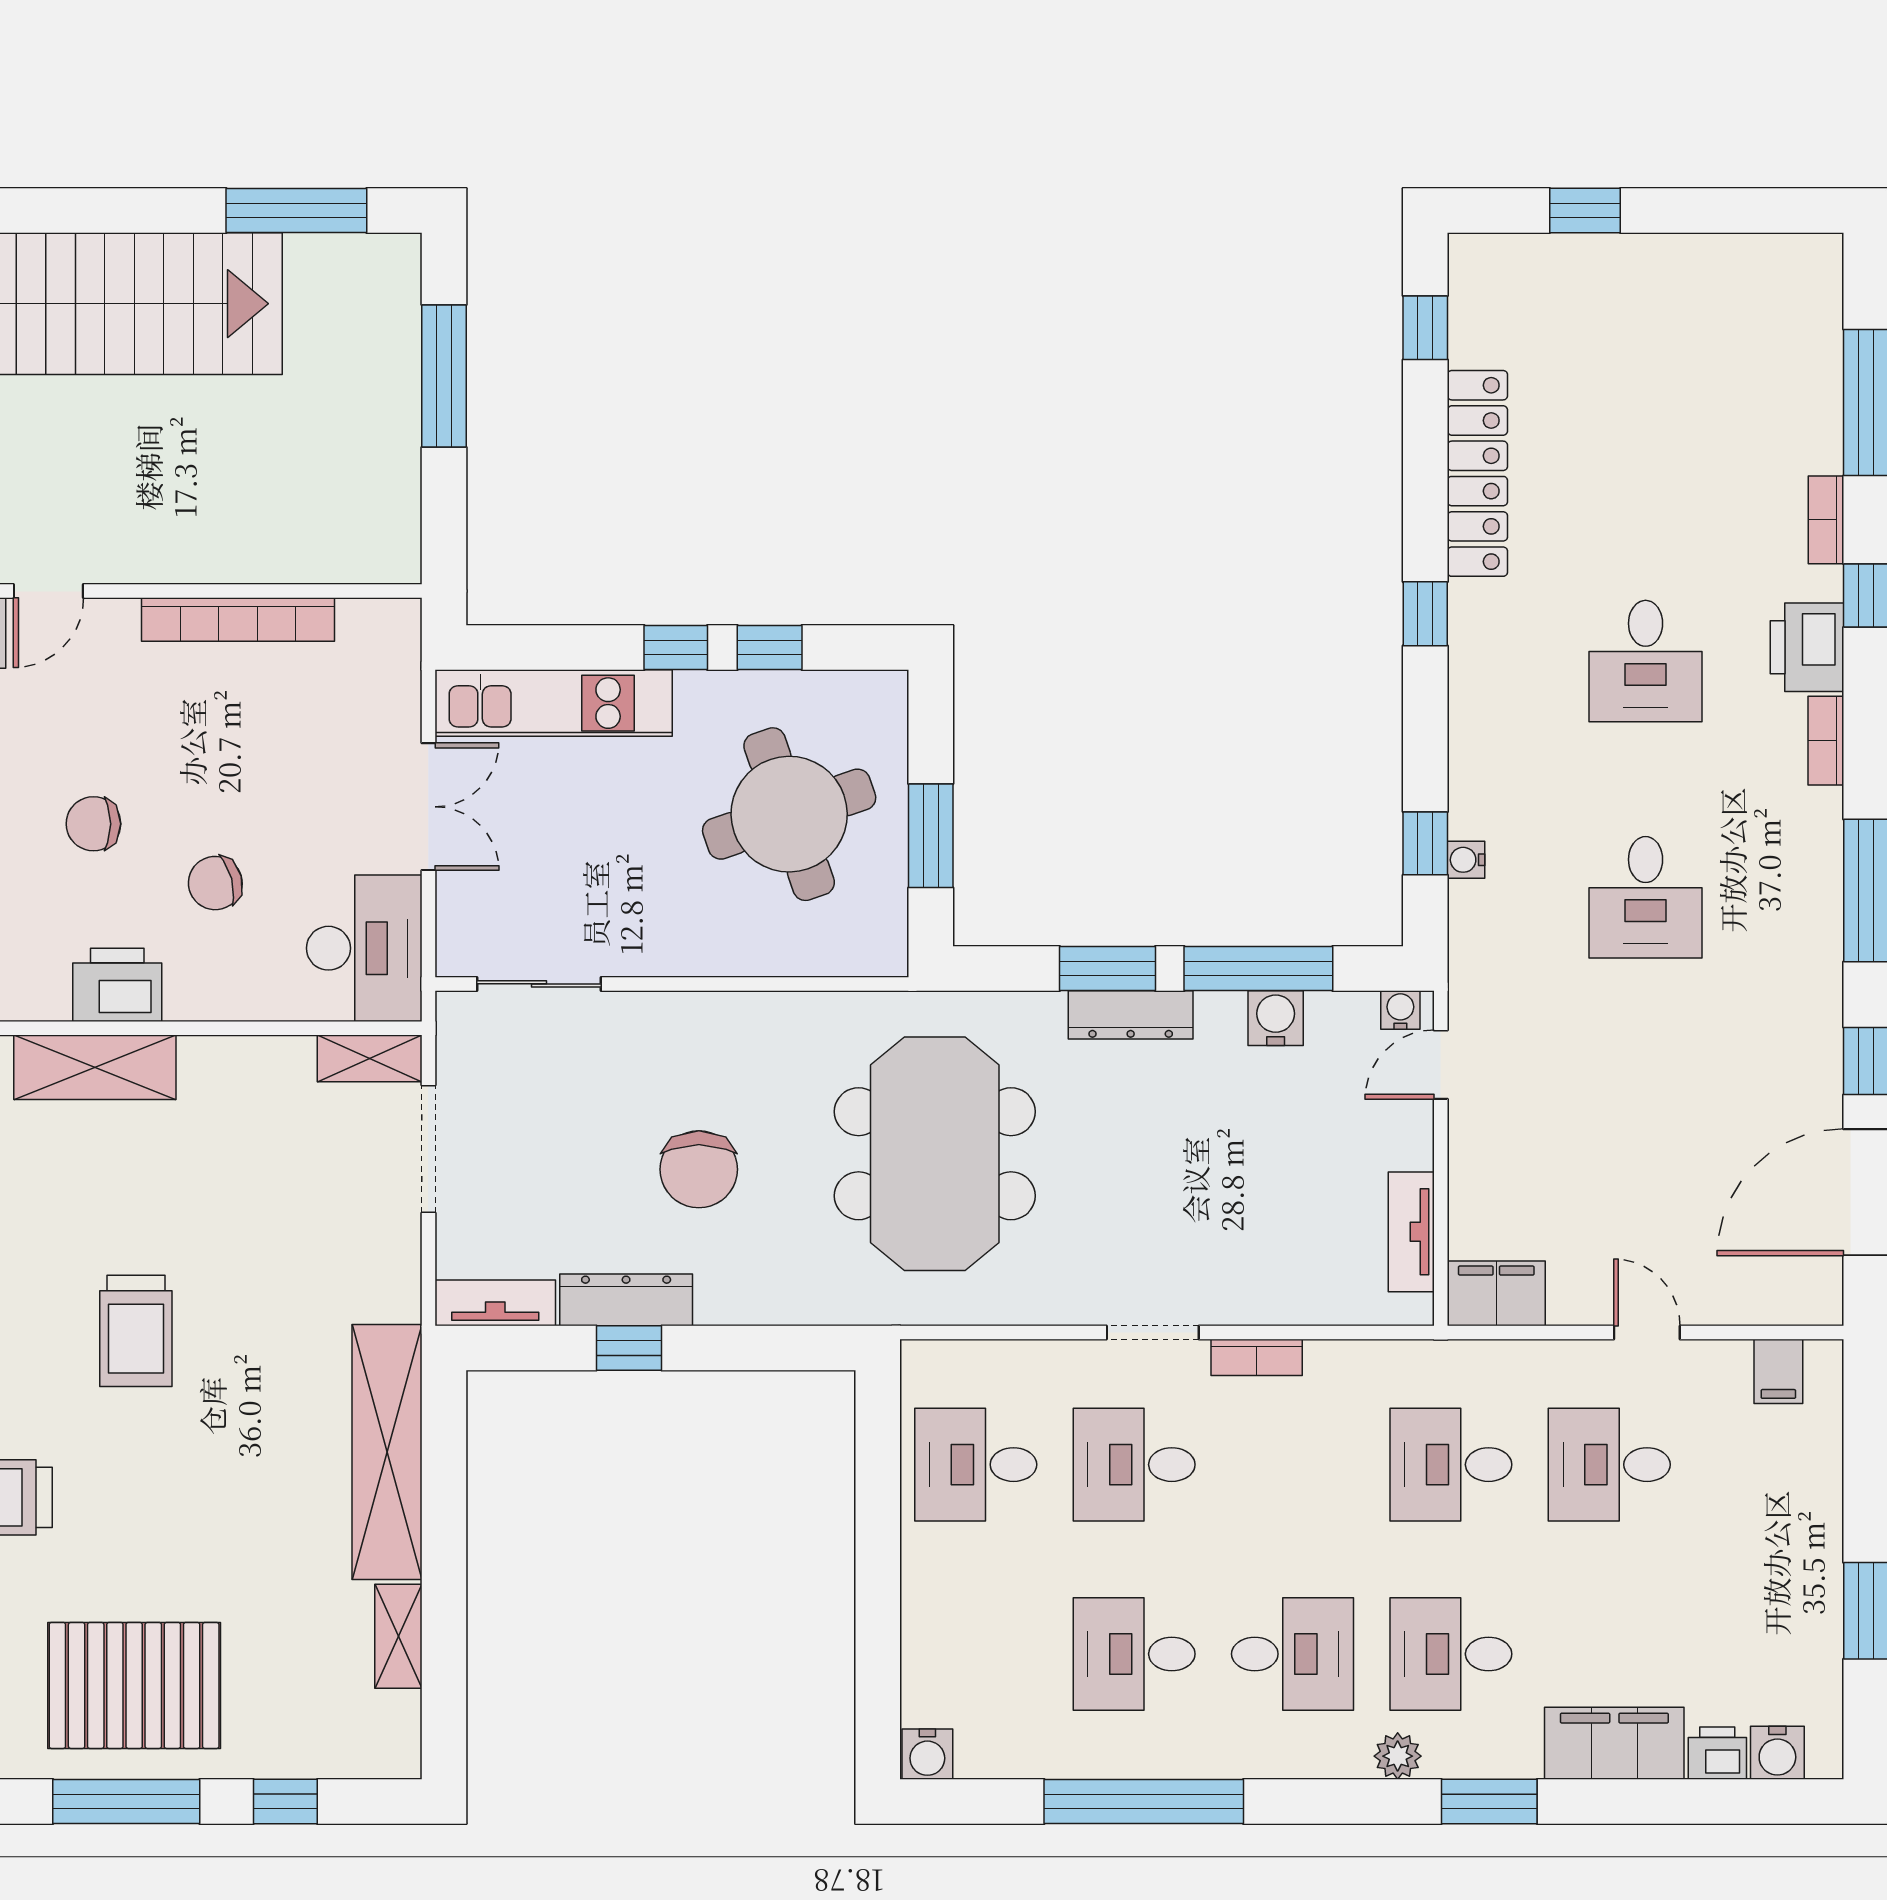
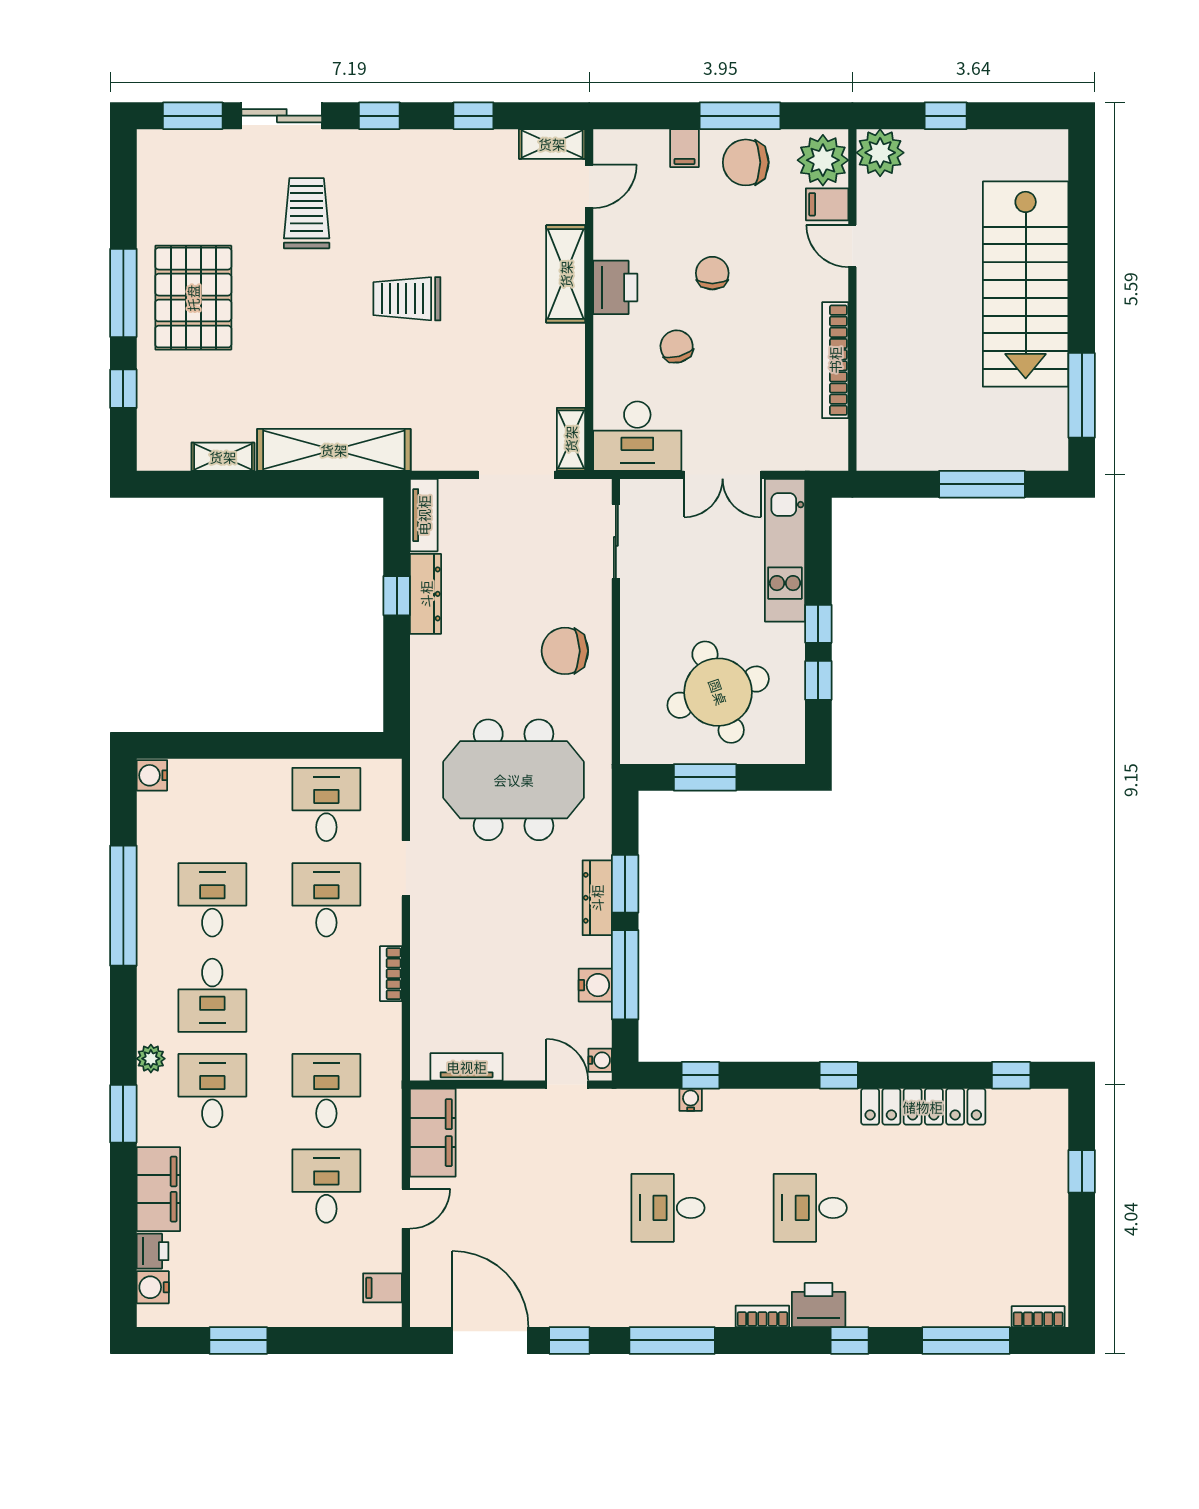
bookcase: (1826, 520) -> (1038, 1317), moved
chair: (699, 1169) -> (565, 651), moved
filing cabinet: (1496, 1293) -> (433, 1133), width x1.50, depth x1.17
doorway: (1153, 1332) -> (406, 868), moved

